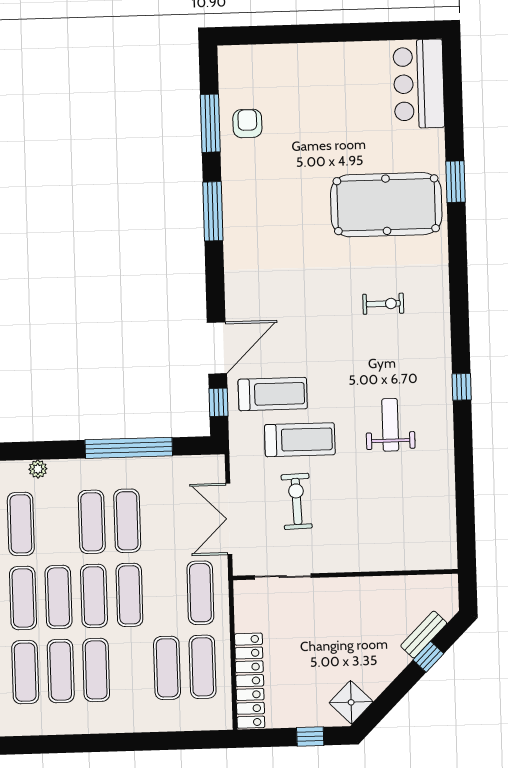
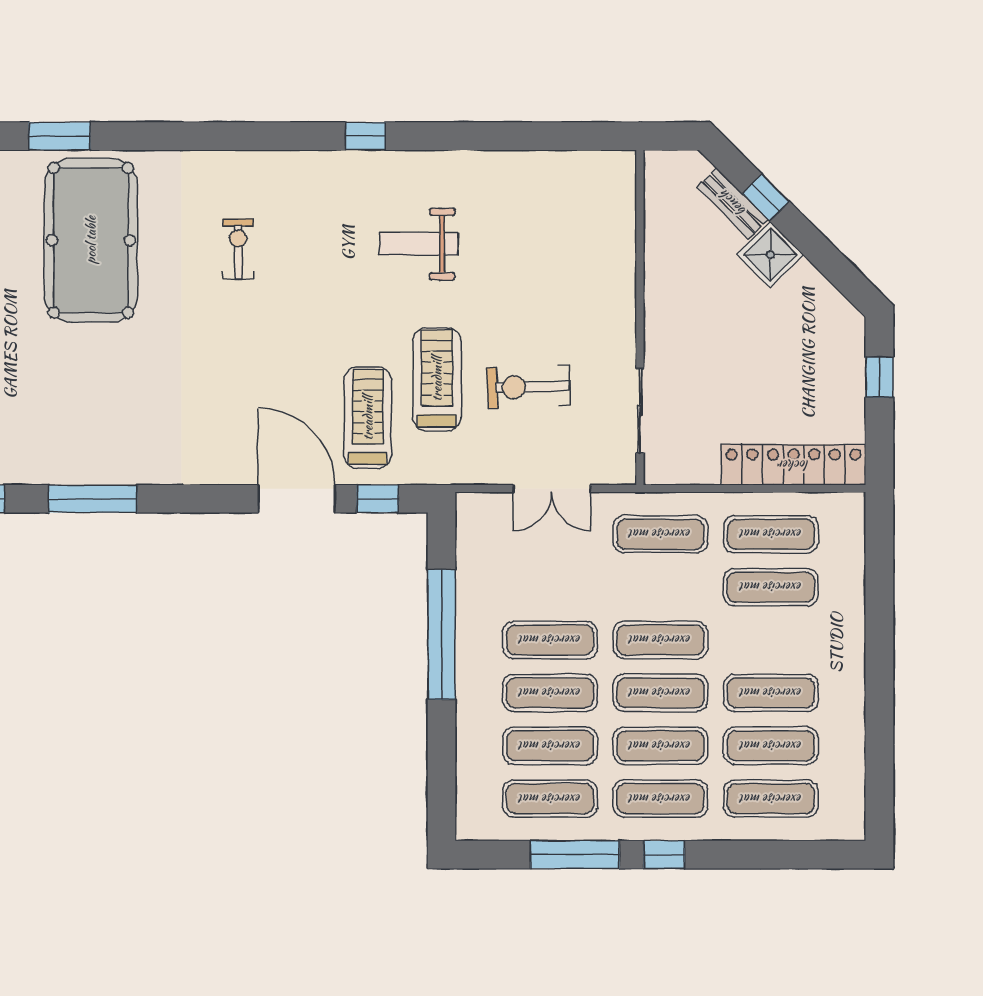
plant: (38, 469) -> (469, 771), removed
double door: (229, 519) -> (552, 489), width x0.73
exercise mat: (56, 523) -> (550, 746), added
shower: (351, 702) -> (770, 255), moved

